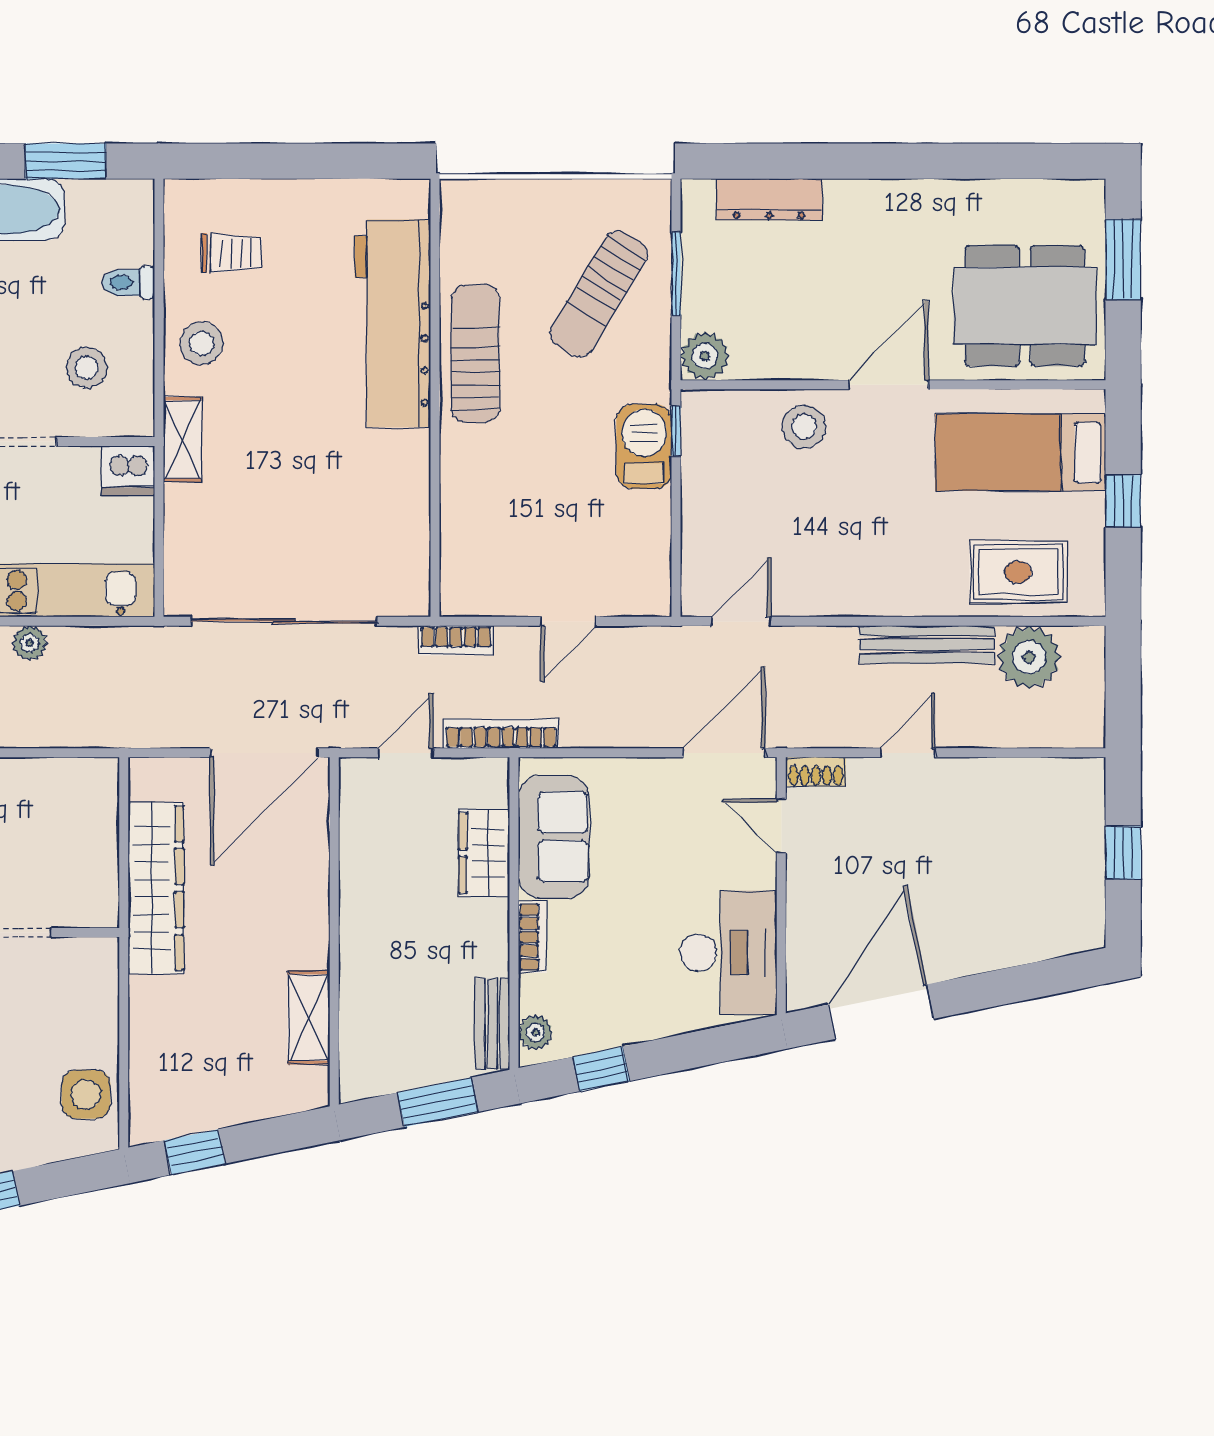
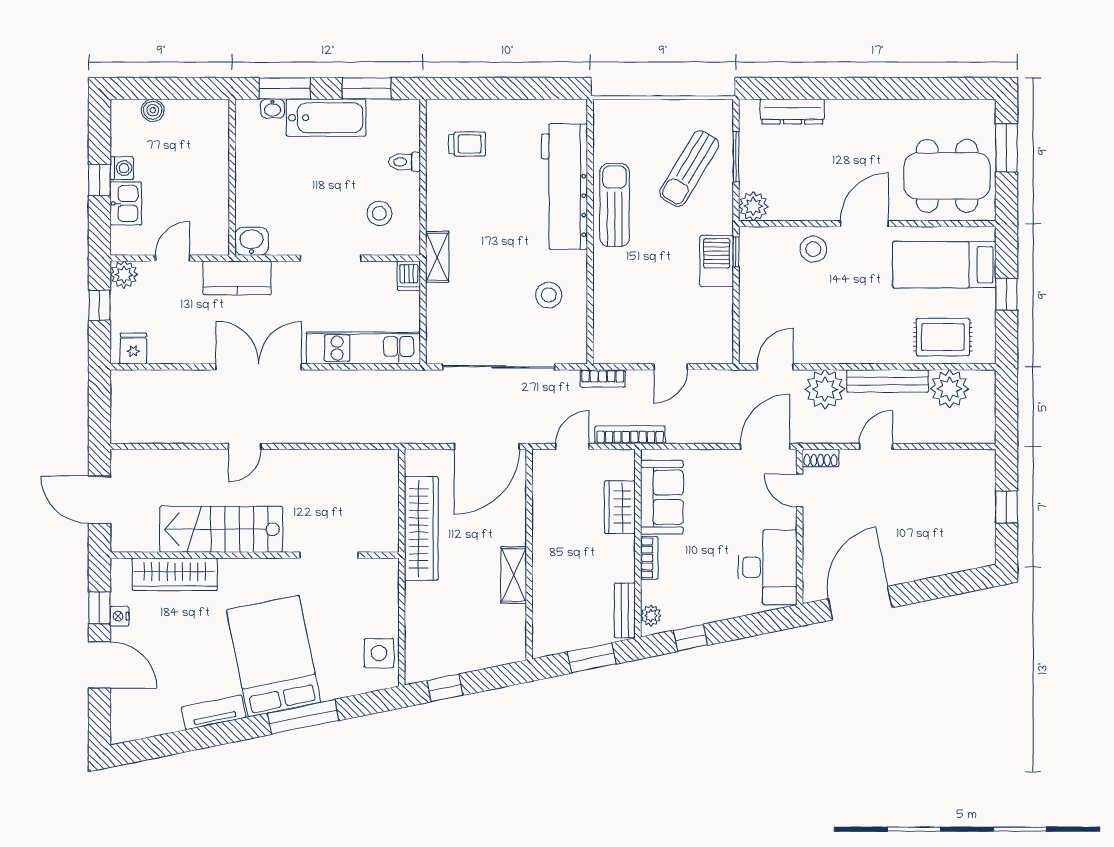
stool: (201, 343) -> (549, 295), moved
dishwasher: (128, 471) -> (409, 276), width x0.73
plant: (30, 643) -> (825, 389), moved, width x1.88, depth x1.88
shelving: (309, 1017) -> (514, 575), moved

